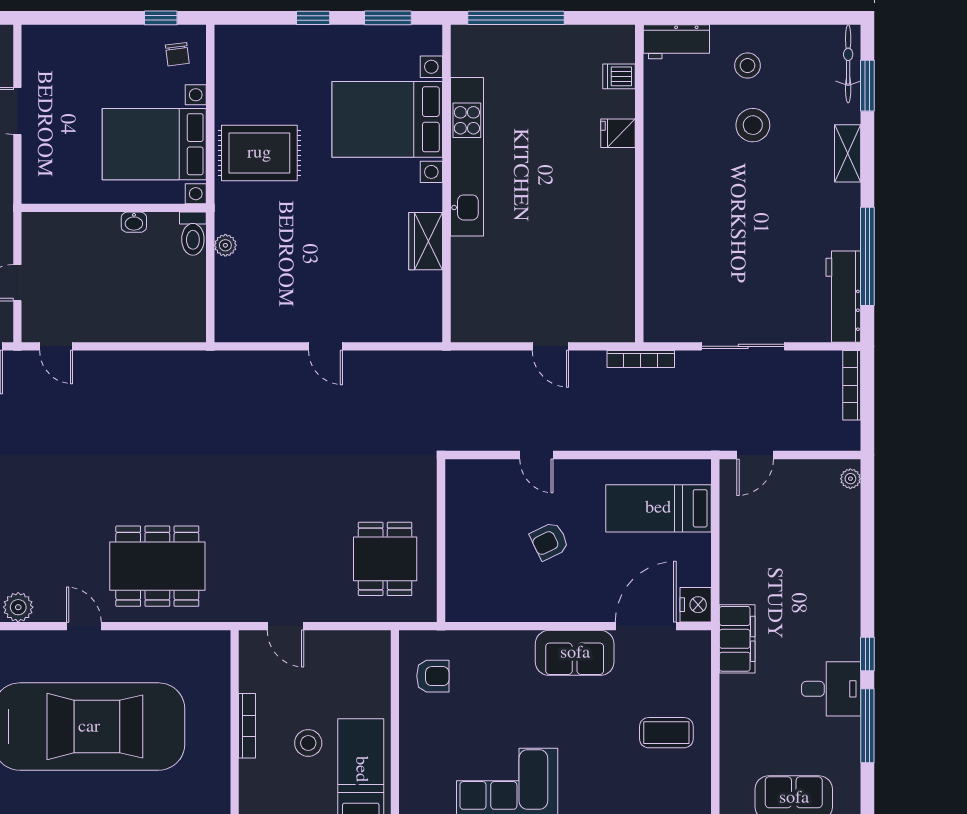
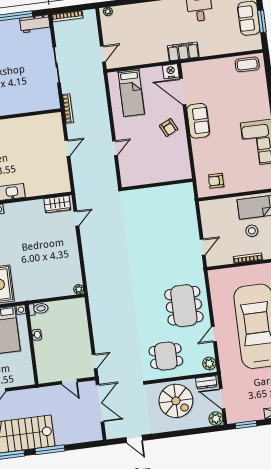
wardrobe: (426, 241) -> (57, 204), moved
plant: (225, 245) -> (79, 289), moved
workbench: (843, 297) -> (35, 24), width x0.73
door: (326, 346) -> (76, 219), moved
door: (755, 455) -> (103, 54), hinge flipped
armchair: (549, 541) -> (169, 128), moved
dining table: (385, 559) -> (166, 356), moved
armchair: (433, 676) -> (216, 181), turned -90
coffee table: (666, 733) -> (247, 64), moved, turned 90

